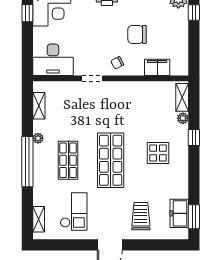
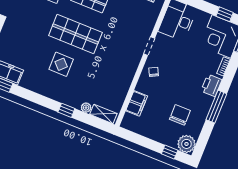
chair: (137, 34) -> (180, 115), moved
display table: (158, 153) -> (61, 64), moved
trolley: (141, 216) -> (19, 40), removed

